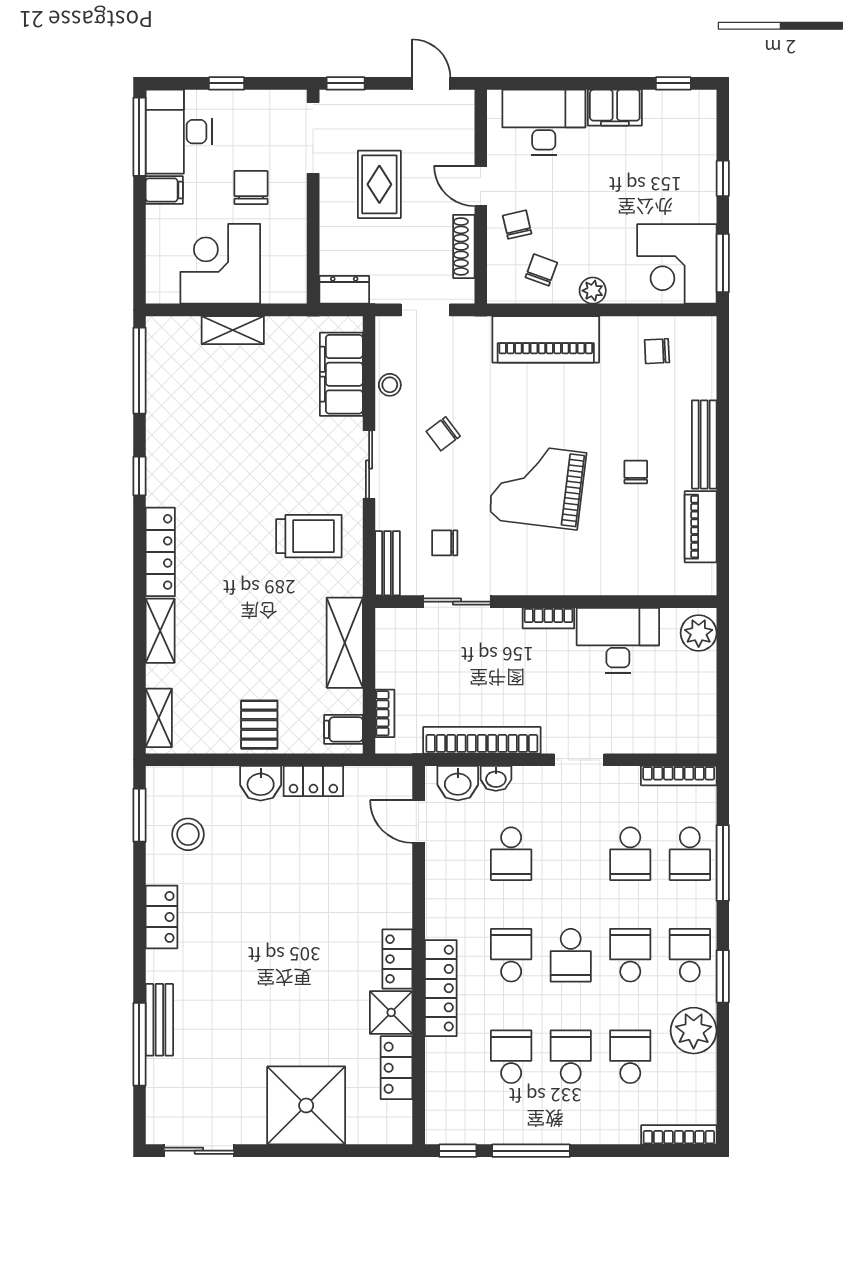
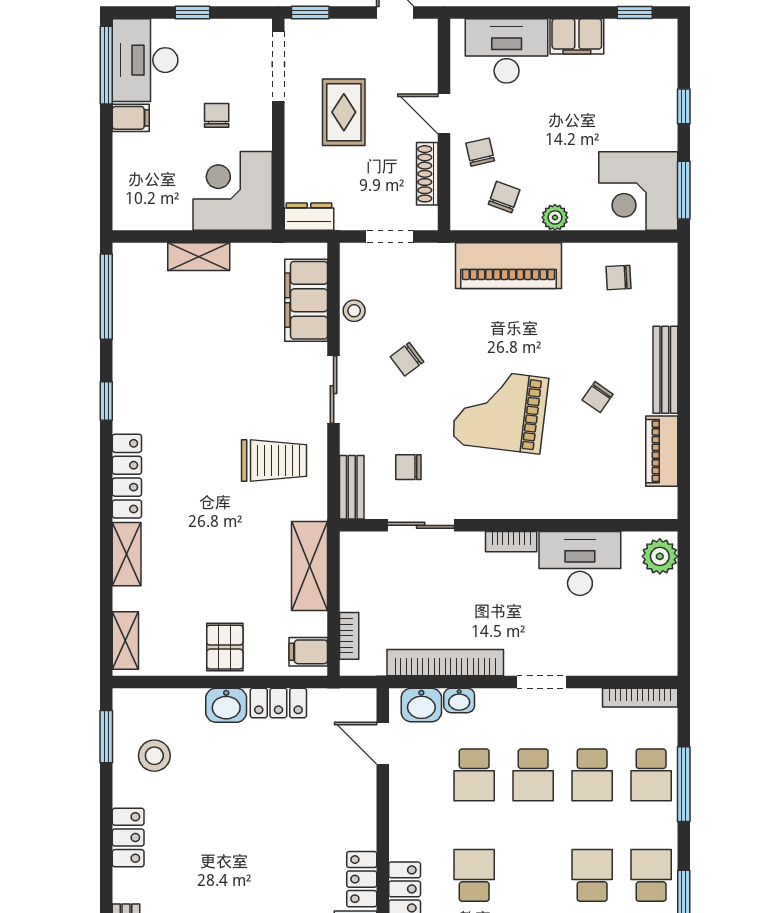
chair: (251, 187) -> (217, 115), width x0.73, depth x0.73
corner desk: (220, 264) -> (233, 191), moved
chair: (636, 472) -> (598, 397), turned -145
school desk: (571, 955) -> (533, 775), moved

